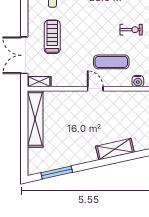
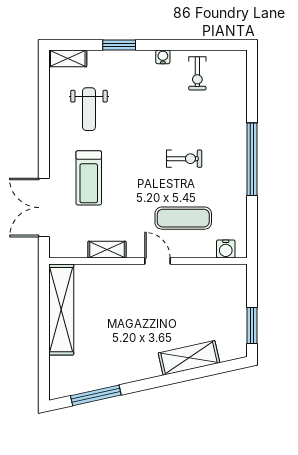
exercise bike: (131, 30) -> (184, 159), moved
treadmill: (52, 37) -> (89, 178), turned 180
shelving: (39, 82) -> (107, 250), moved

